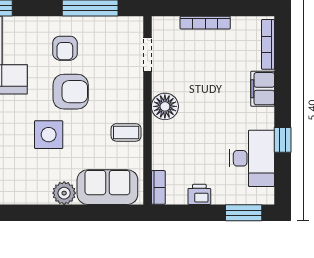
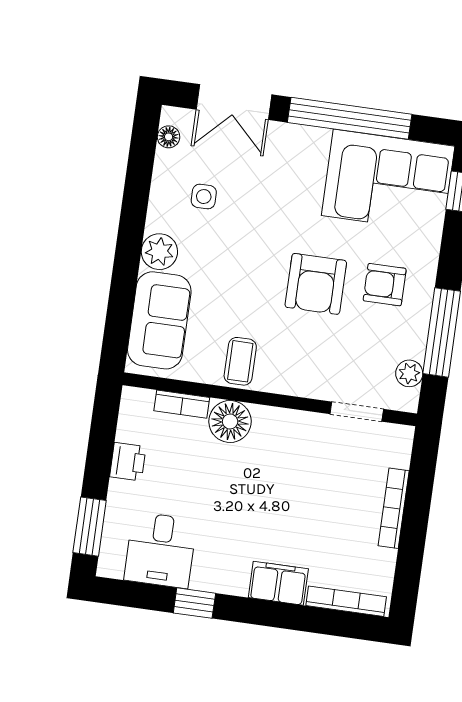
plant: (119, 25) -> (409, 373), added
floor lamp: (165, 106) -> (230, 422), moved
side table: (49, 135) -> (204, 197), moved, width x0.54, depth x0.54
desk: (252, 158) -> (161, 550), width x0.73
bookcase: (158, 187) -> (182, 404), moved

